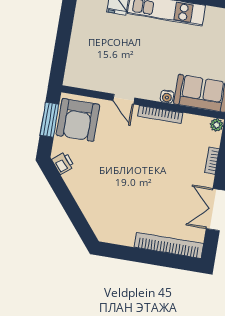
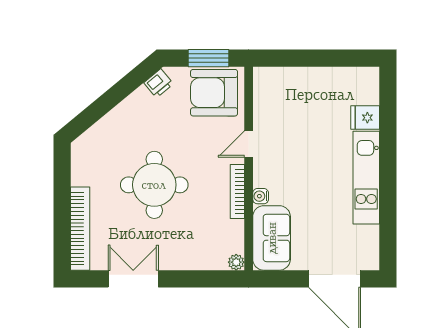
bookcase: (212, 161) -> (192, 264), removed
round table: (144, 180) -> (154, 185), added

